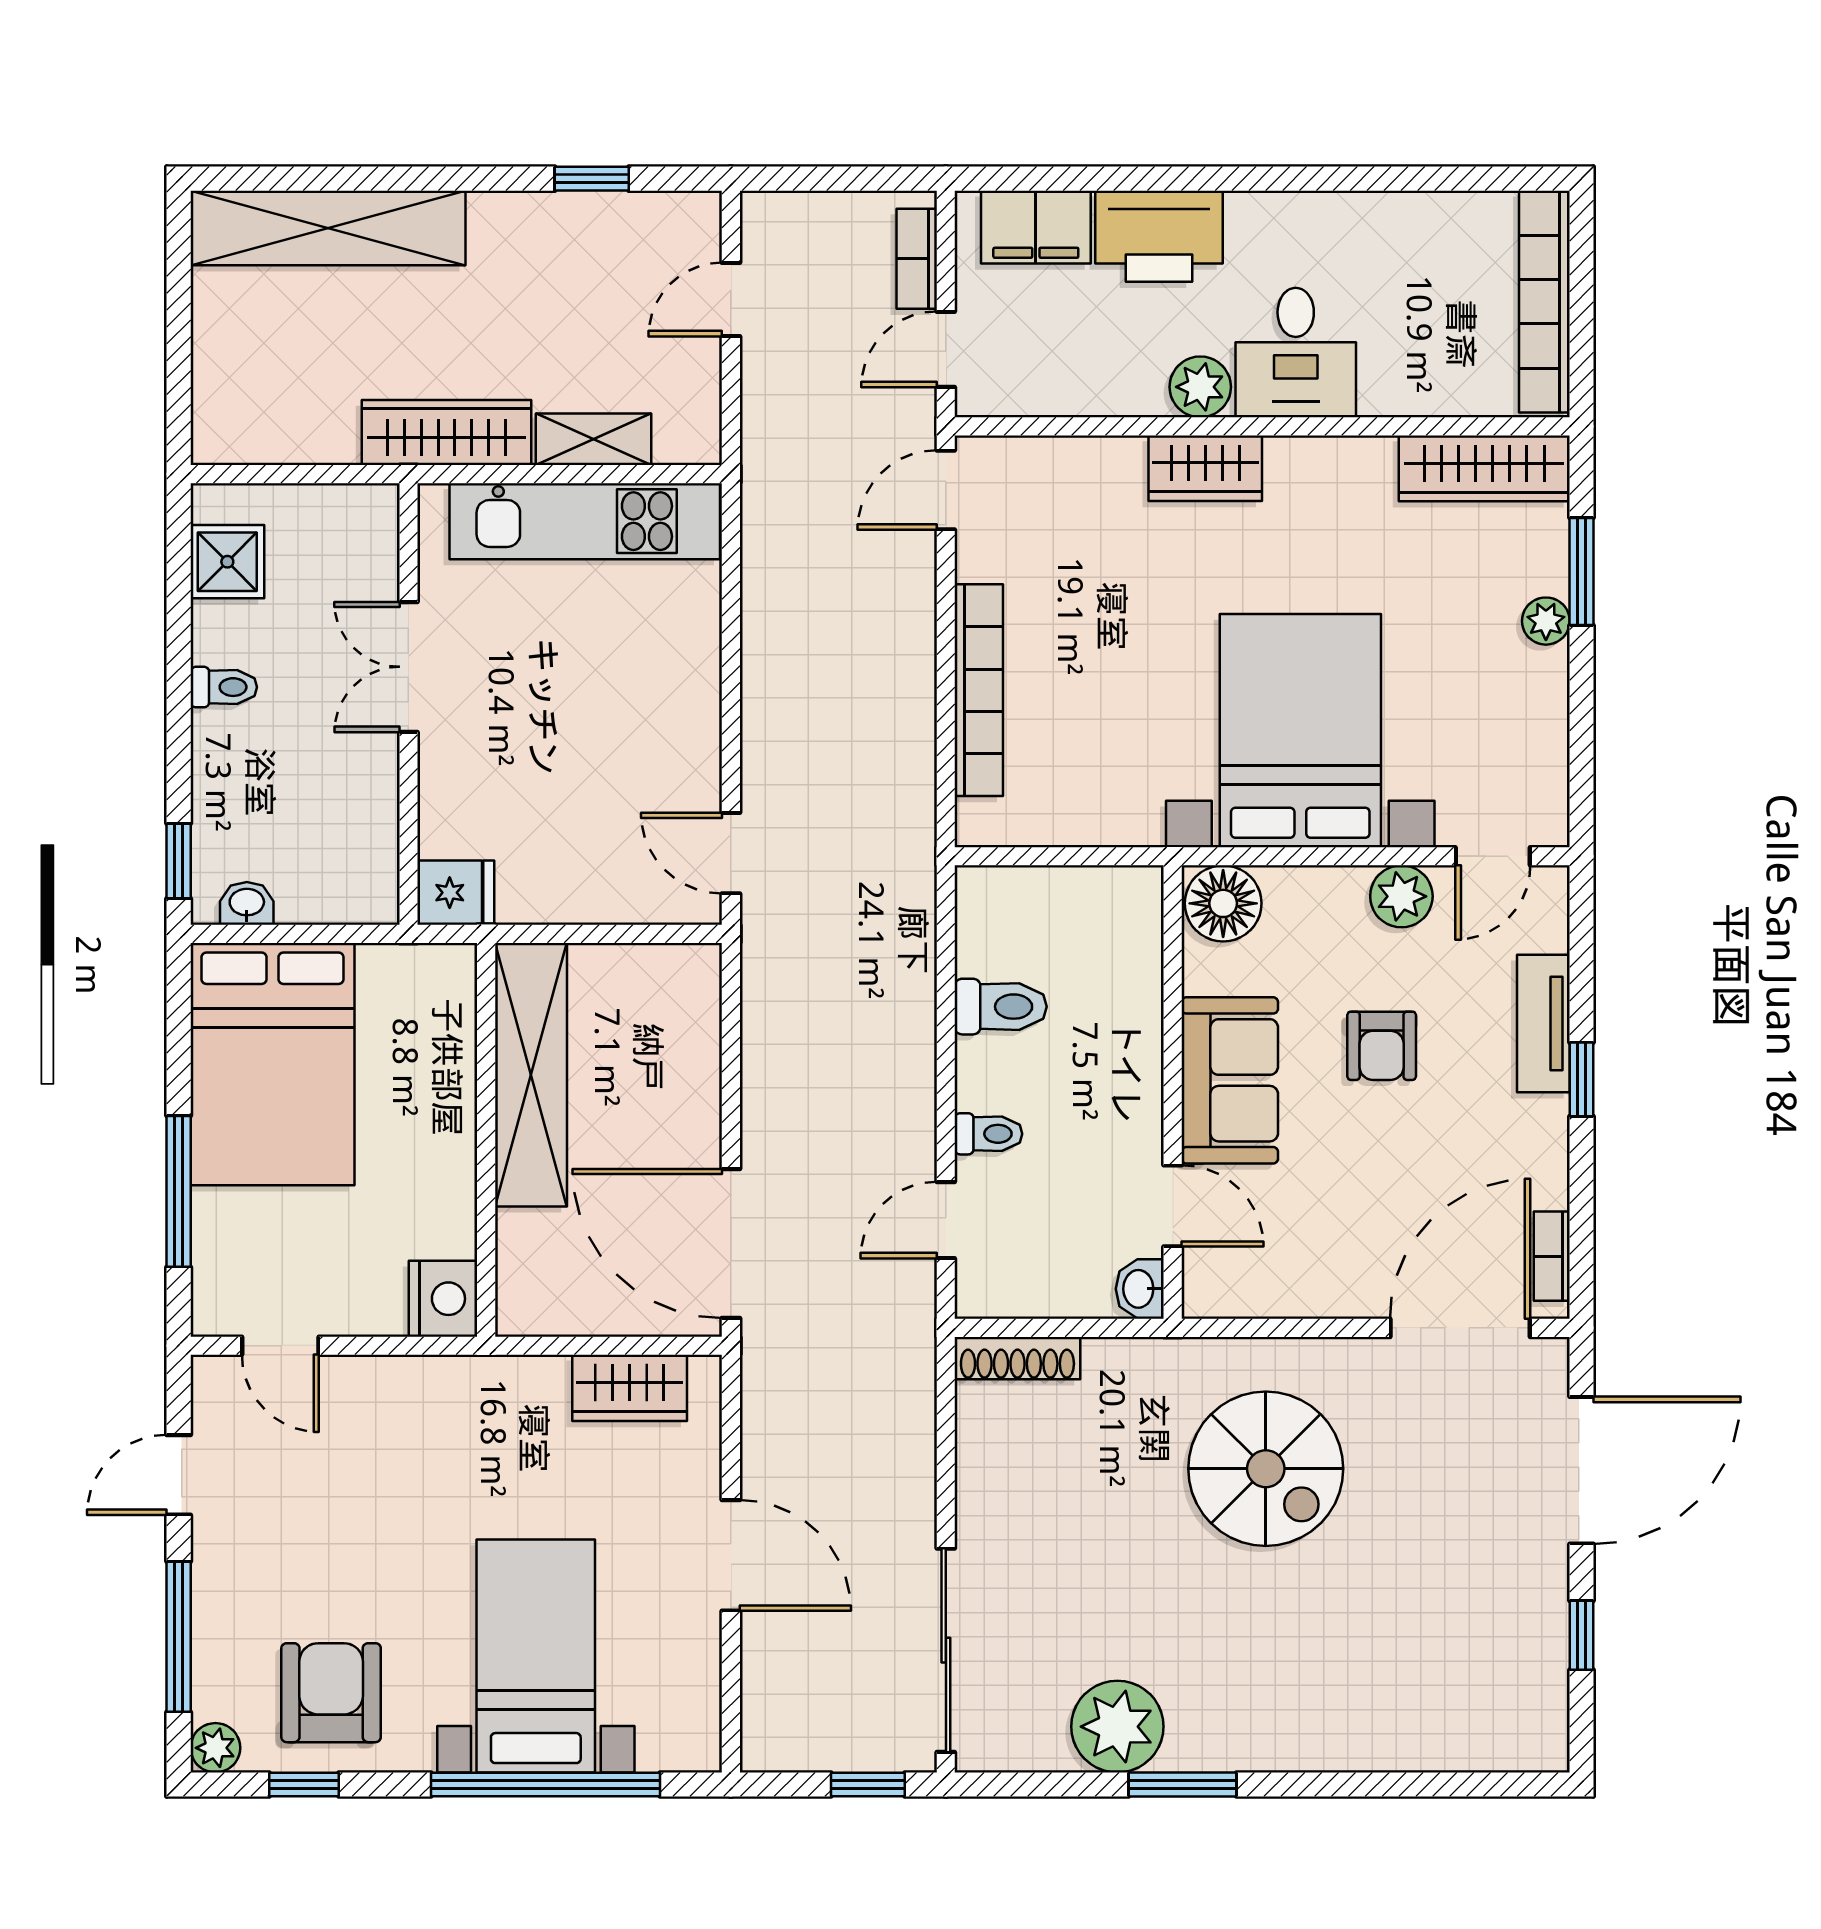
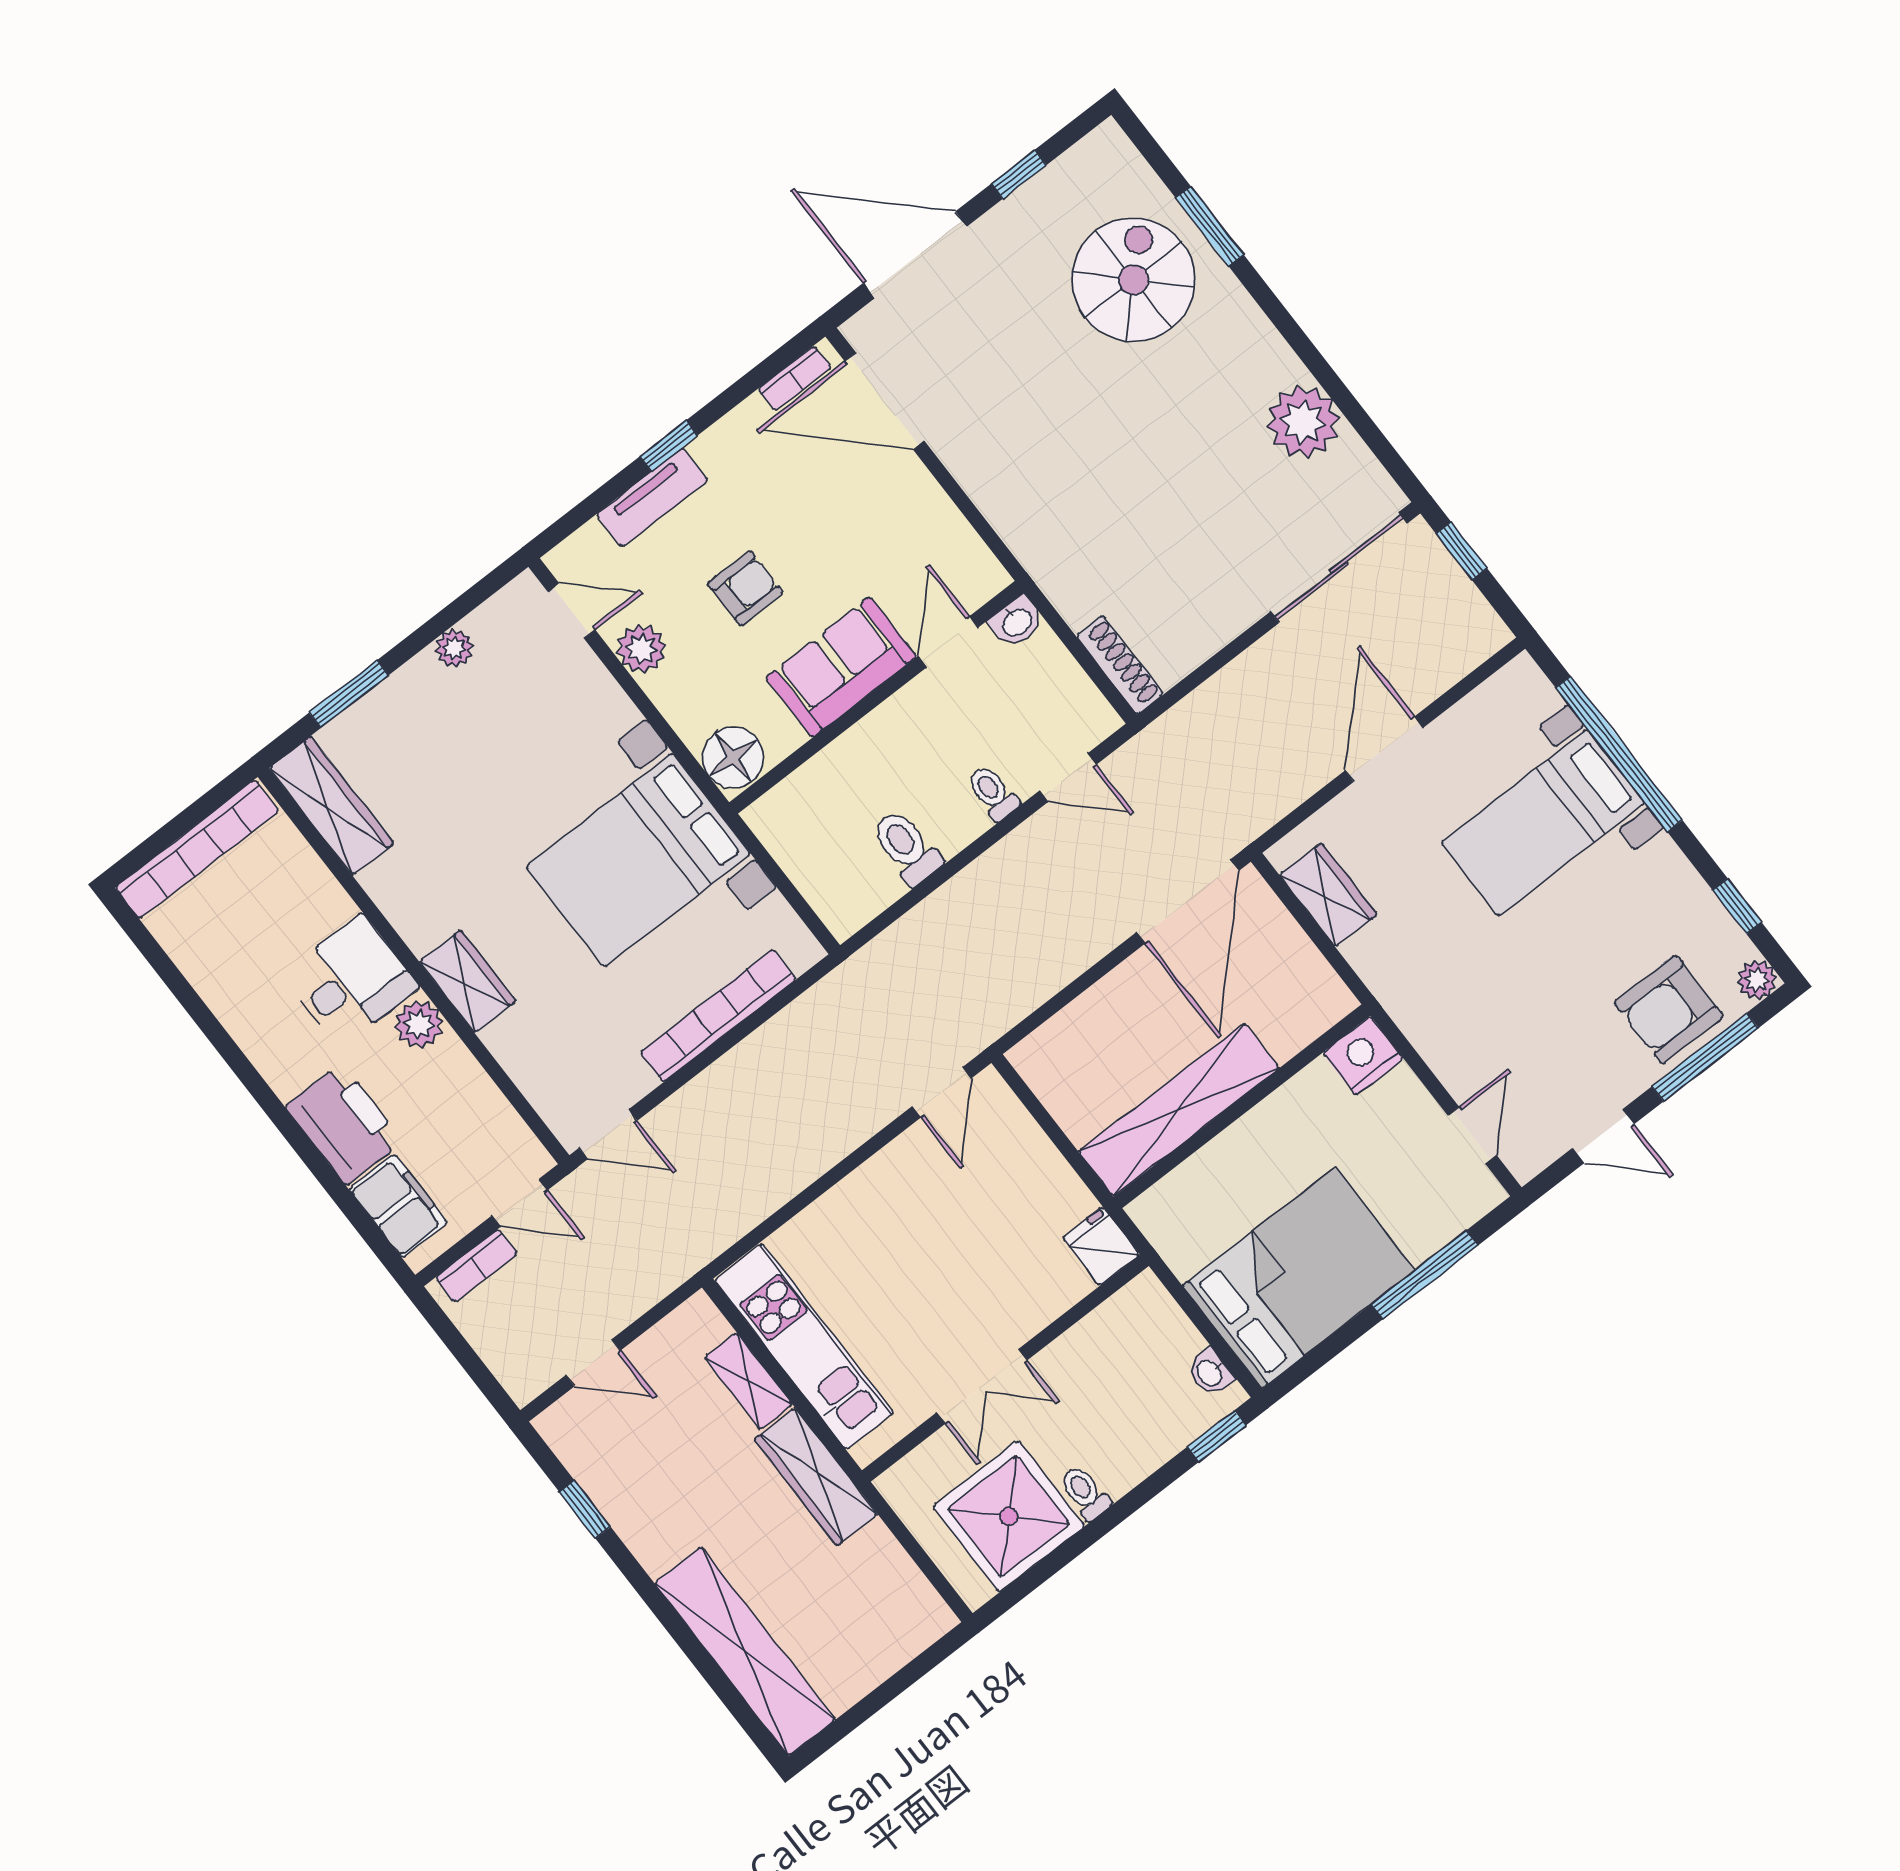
shower: (227, 562) -> (1009, 1516), width x1.86, depth x1.86
plant: (1546, 621) -> (454, 648), moved
bed with nightstands: (1300, 731) -> (638, 860), moved
spiral stairs: (1266, 1469) -> (1133, 280), moved
armchair: (331, 1693) -> (1669, 1009), moved
window: (1183, 1785) -> (1210, 226), moved

